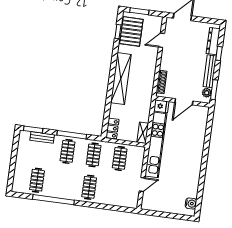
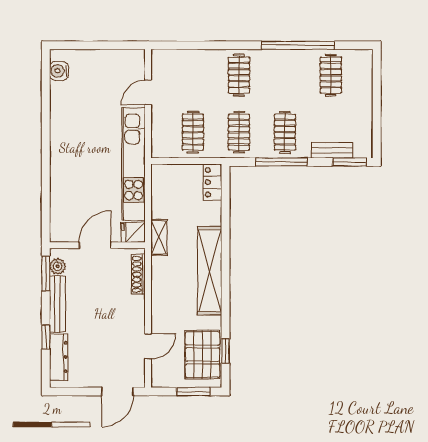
shelving: (143, 133) -> (159, 237), moved

